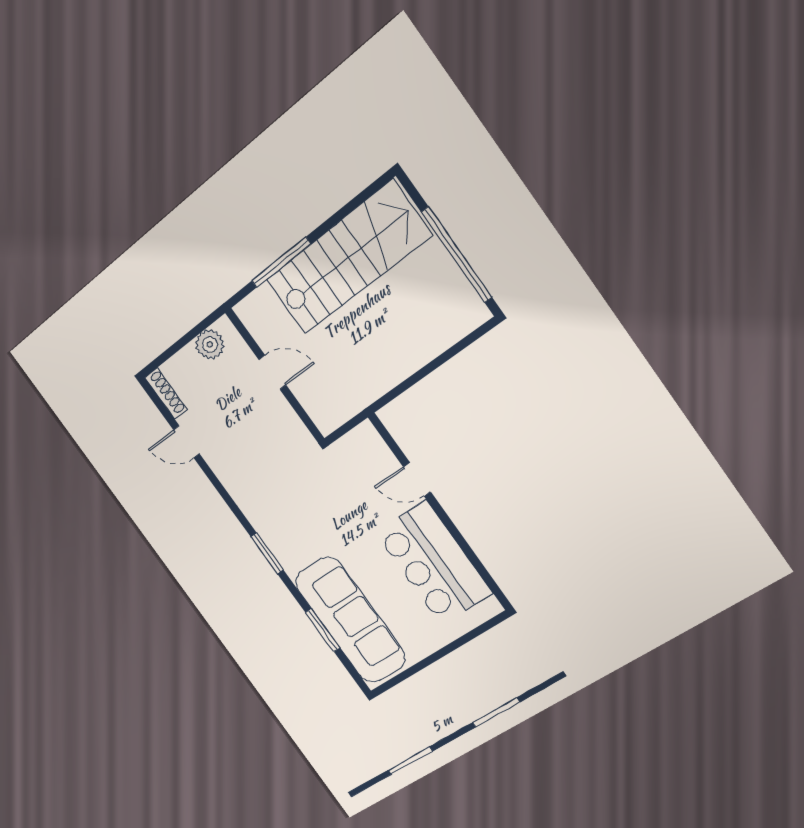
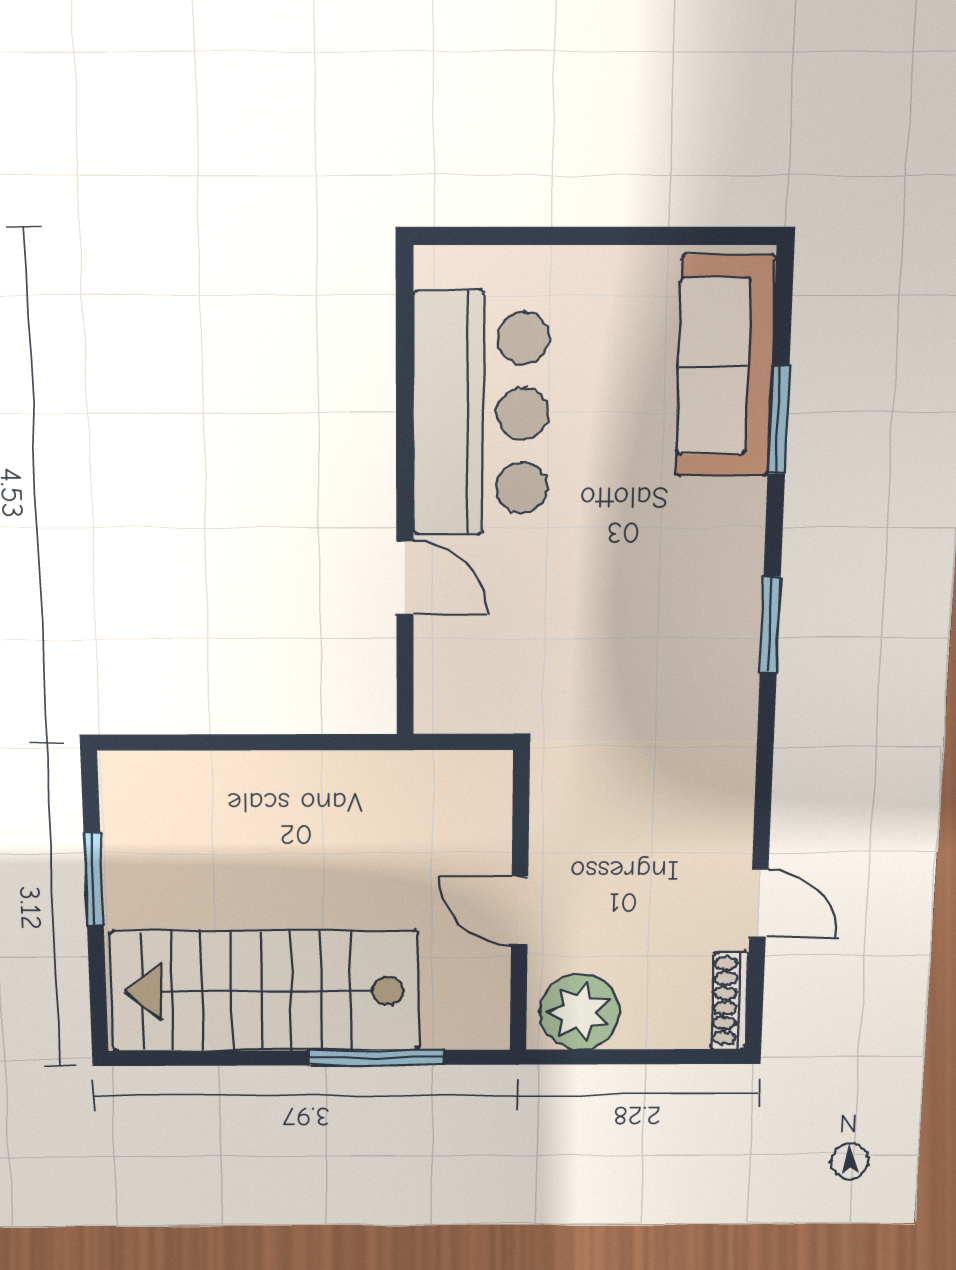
window: (457, 255) -> (94, 879), width x0.47
plant: (210, 345) -> (580, 1012), width x1.36, depth x1.36
sofa: (350, 620) -> (725, 367), width x0.74, depth x0.79

